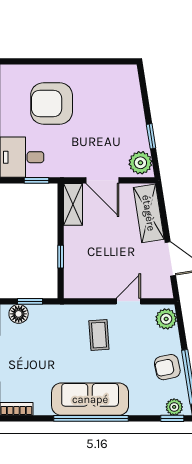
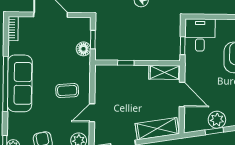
plant: (140, 163) -> (217, 120), moved
door: (102, 180) -> (182, 94), swing flipped
door: (128, 301) -> (92, 113), swing flipped
floor lamp: (19, 314) -> (83, 49), moved

